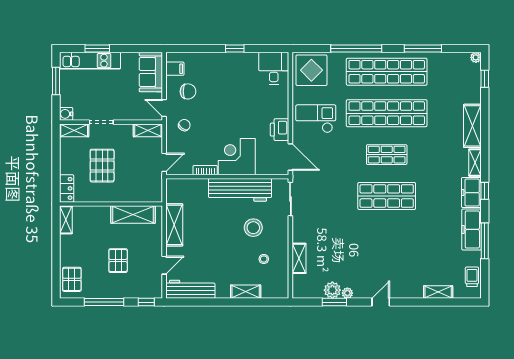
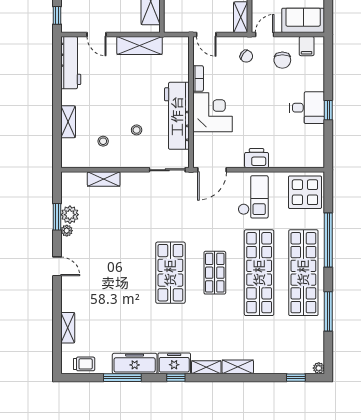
desk: (274, 68) -> (307, 108), moved
shelving: (472, 126) -> (238, 367), width x0.67, depth x0.75
printer: (280, 130) -> (257, 158), moved
stool: (253, 228) -> (137, 130), width x0.53, depth x0.53

